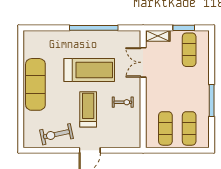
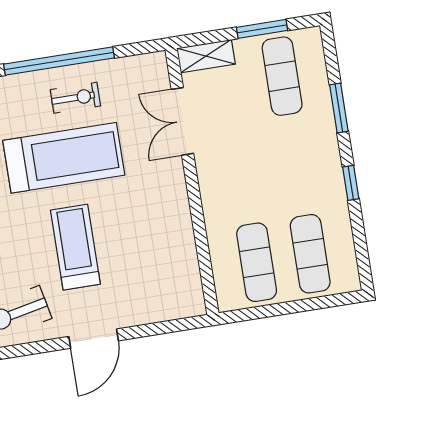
window: (212, 67) -> (339, 108), added
window: (212, 101) -> (351, 183), width x0.46
exercise bike: (123, 102) -> (75, 98), moved

